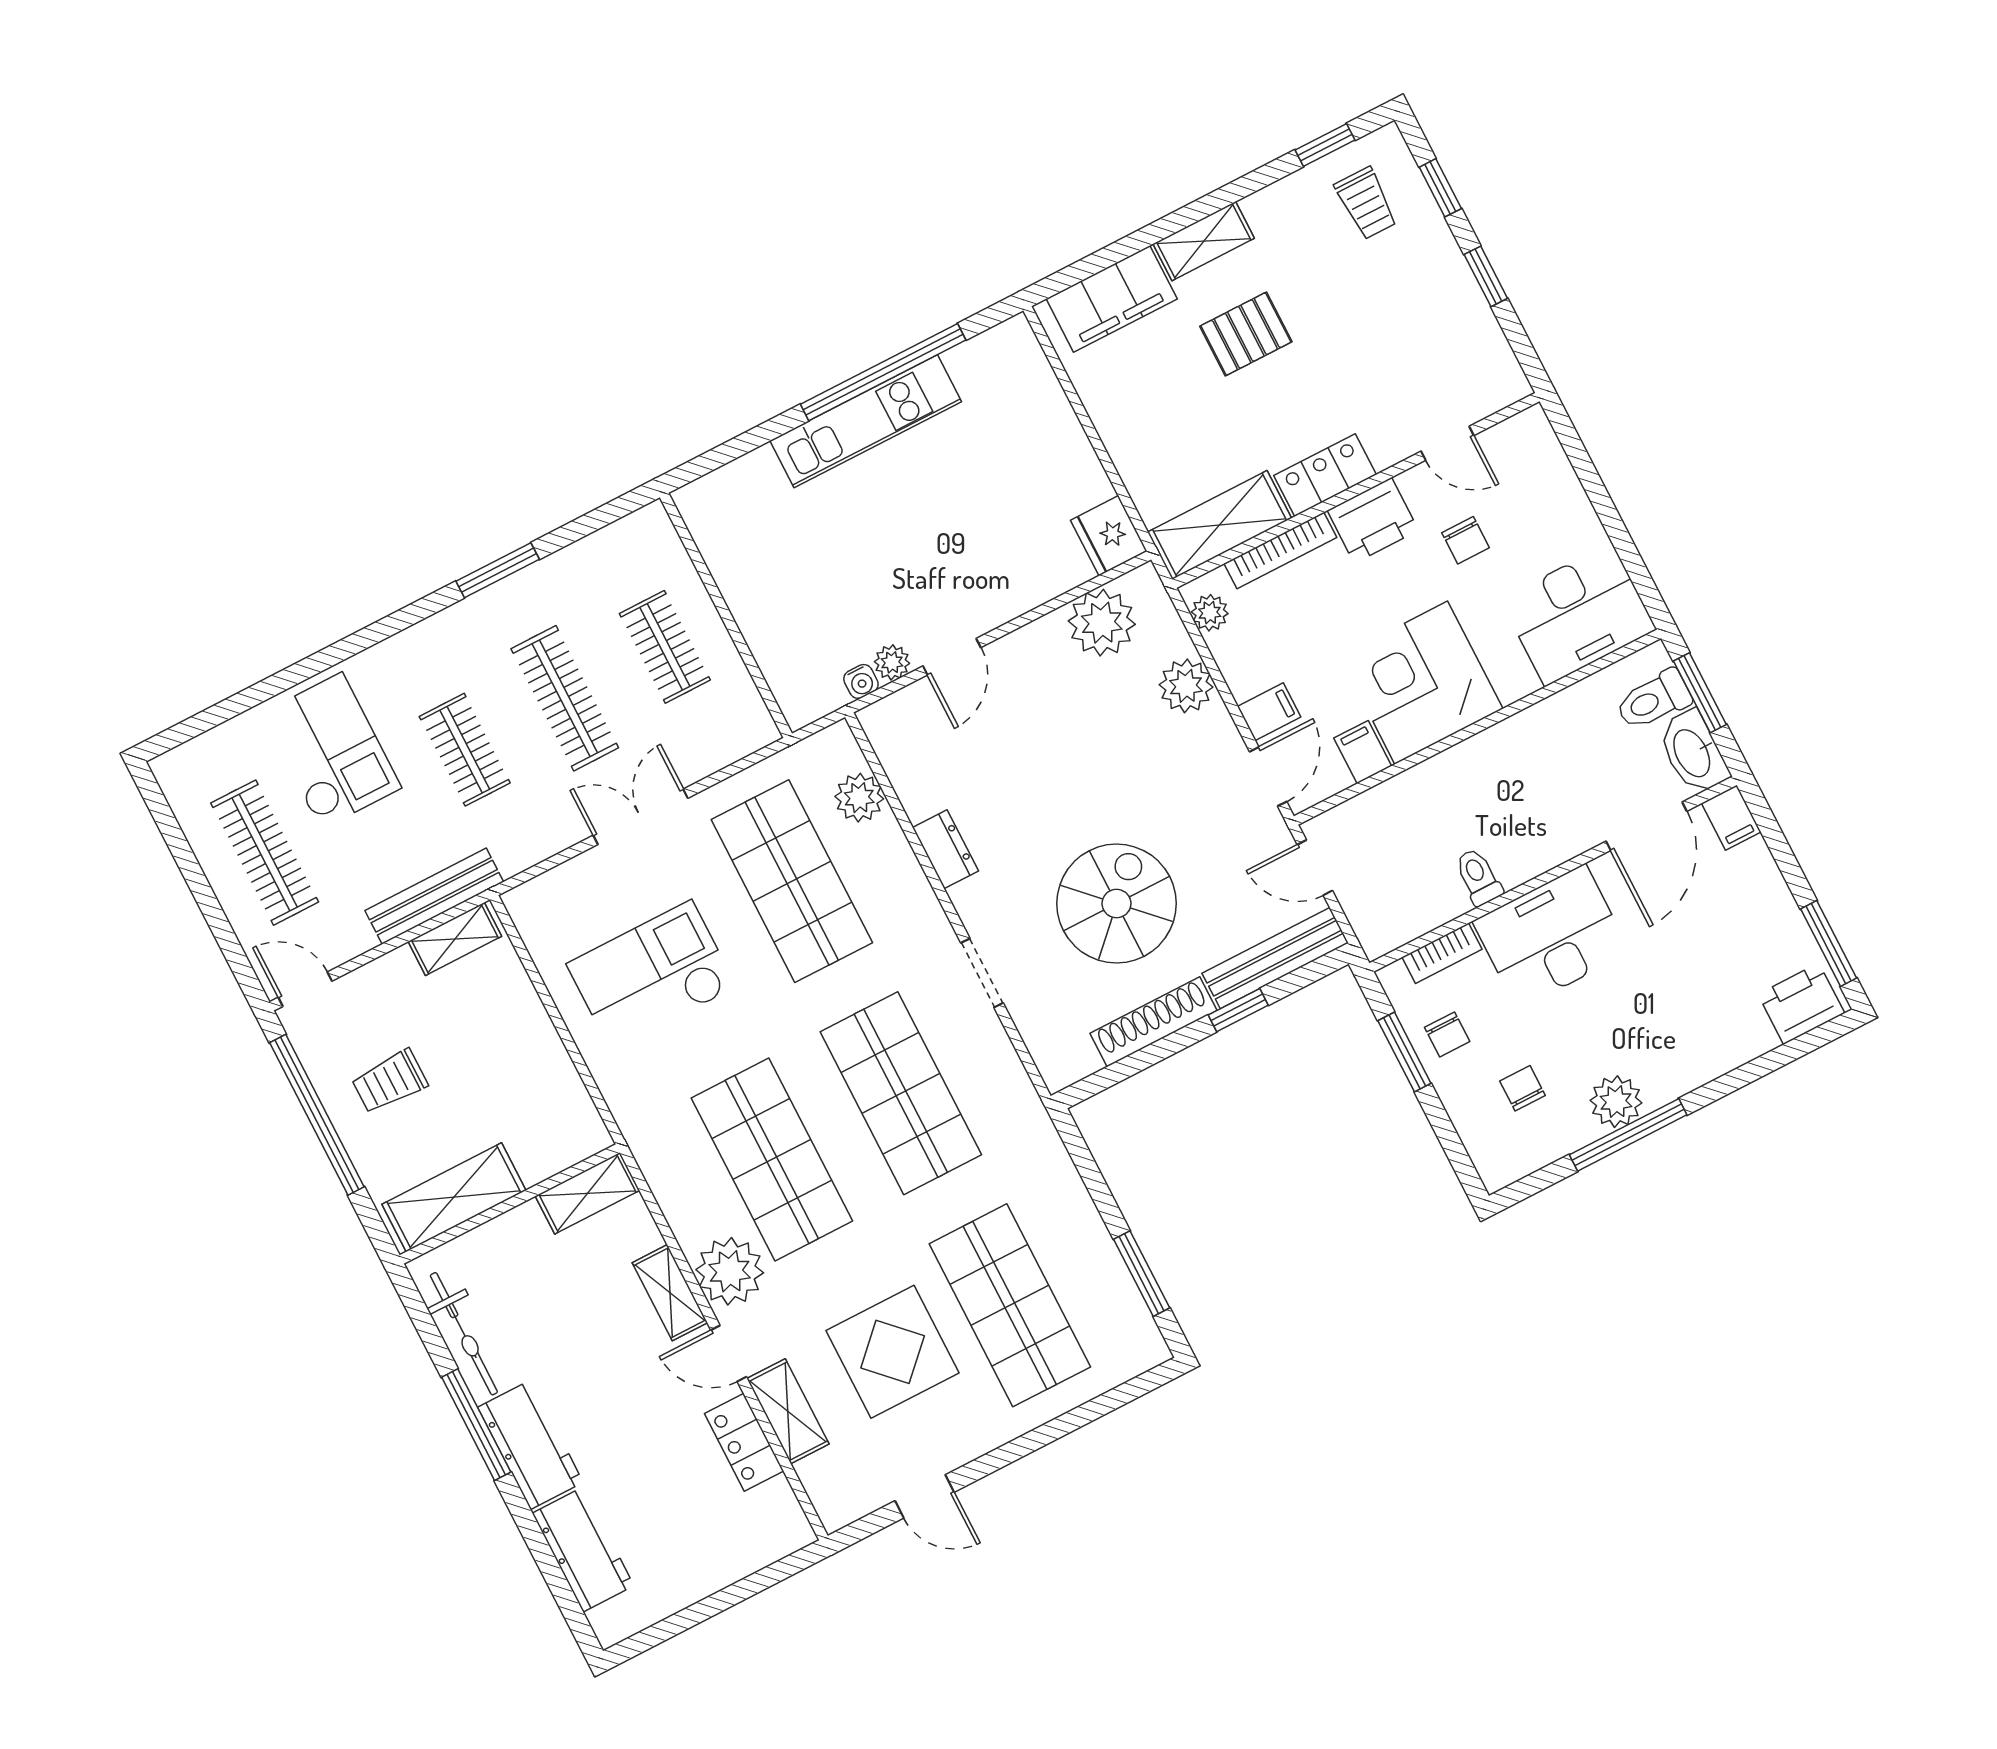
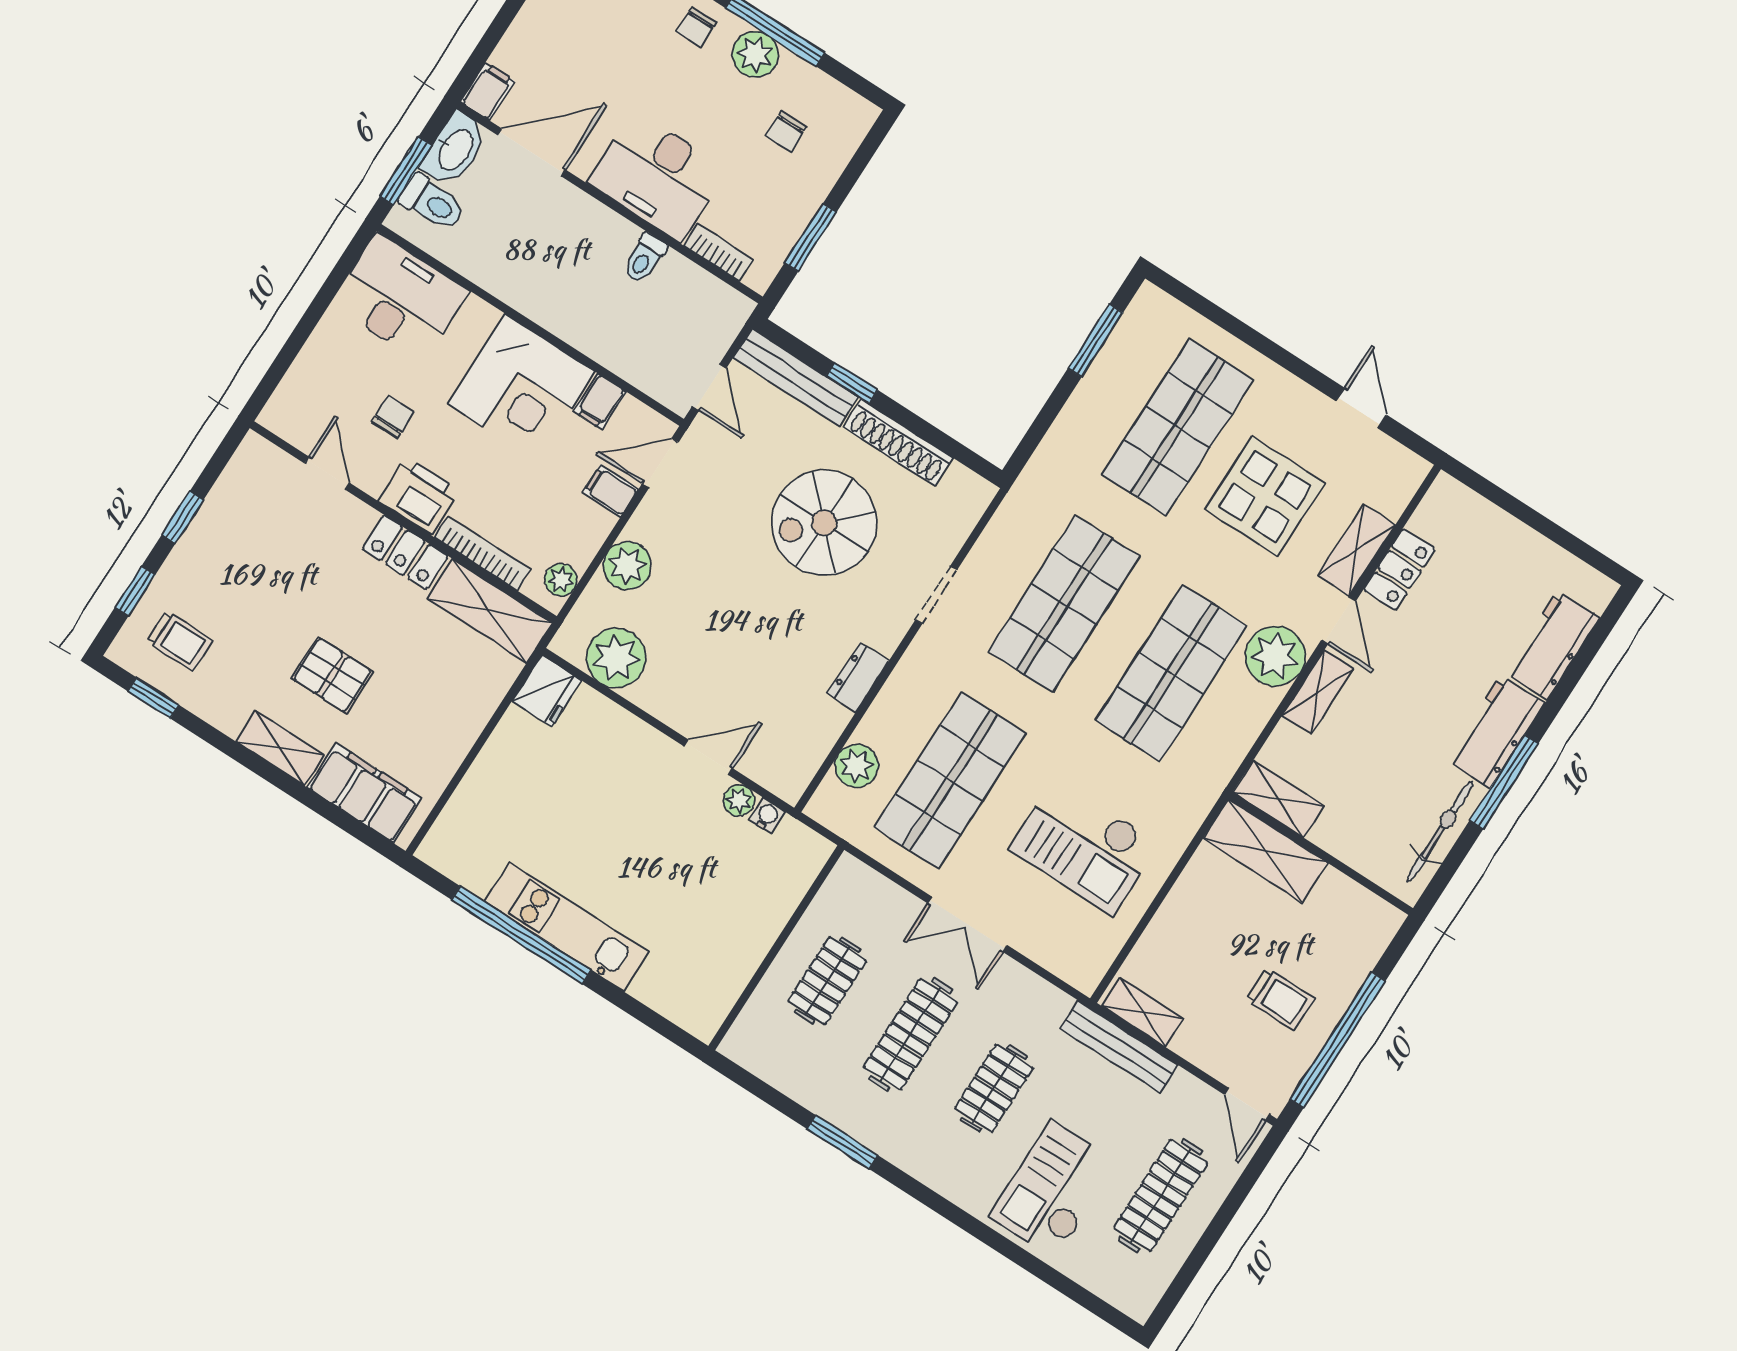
trolley: (1366, 203) -> (180, 641), turned 90
chair: (1447, 1034) -> (696, 27), moved, turned 180
shelving: (454, 1197) -> (1265, 851), moved

